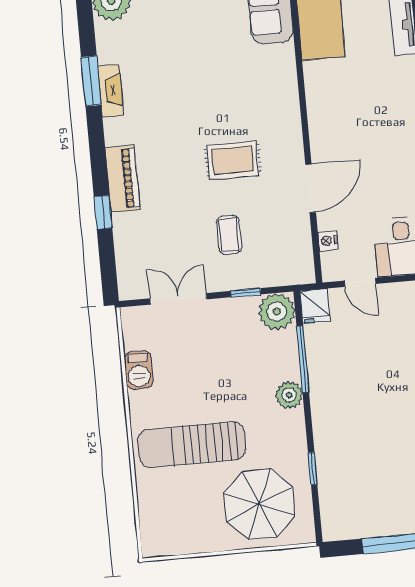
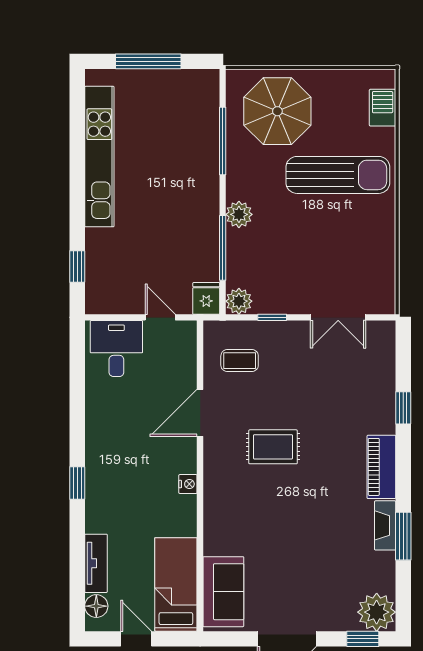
piano: (122, 179) -> (381, 467), moved
coffee table: (229, 235) -> (240, 361), moved, turned 90
nightstand: (328, 241) -> (188, 484), moved
plant: (277, 312) -> (239, 301), width x0.73, depth x0.73
barbecue: (139, 370) -> (383, 108), moved
window: (313, 469) -> (223, 141), width x2.17

